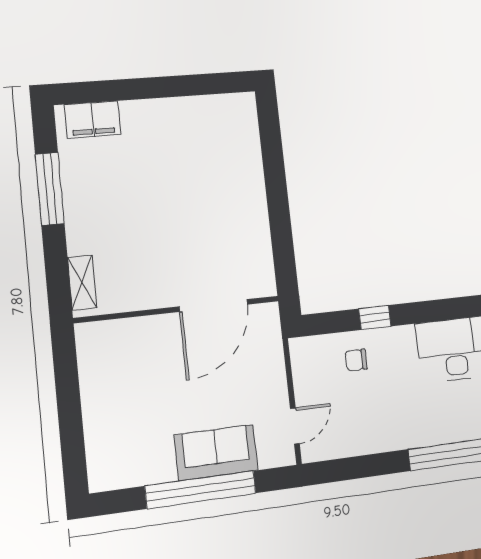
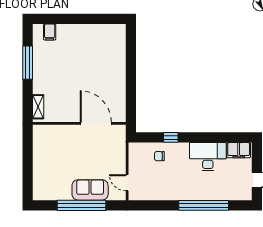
filing cabinet: (93, 120) -> (50, 32), width x0.50
door: (213, 306) -> (96, 123), swing flipped
door: (295, 426) -> (127, 183), swing flipped

